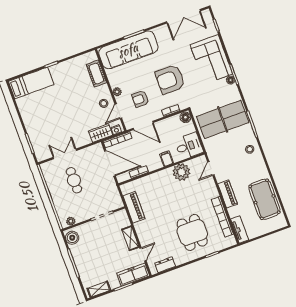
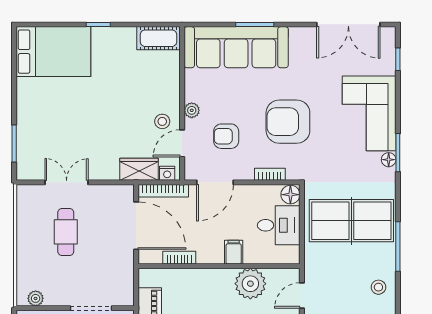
cot: (96, 74) -> (158, 38), moved, turned 90
bed: (31, 83) -> (53, 52), width x1.50
door: (143, 125) -> (215, 182), hinge flipped
desk: (189, 146) -> (279, 225), moved

